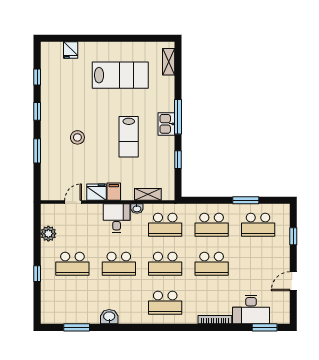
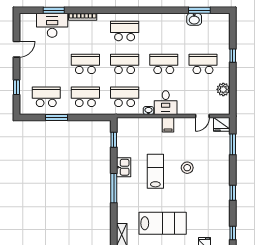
lab bench: (120, 75) -> (163, 223), turned 180
window: (37, 77) -> (233, 233), moved
kitchen sink: (166, 124) -> (124, 167), moved
stool: (77, 137) -> (187, 168), moved
window: (37, 151) -> (233, 144), moved
window: (178, 160) -> (114, 140), moved
fridge: (97, 192) -> (222, 124), moved
shelving: (148, 194) -> (139, 123), removed
washbasin: (109, 317) -> (194, 19), moved
window: (265, 327) -> (54, 10), moved

